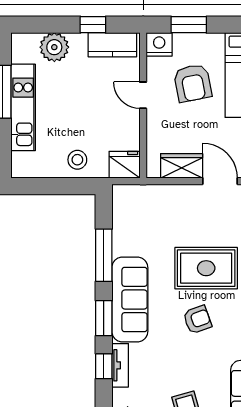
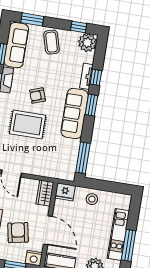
door: (143, 95) -> (48, 230), width x1.87
wardrobe: (182, 166) -> (45, 193), moved, turned 90
window: (104, 255) -> (83, 158), moved

